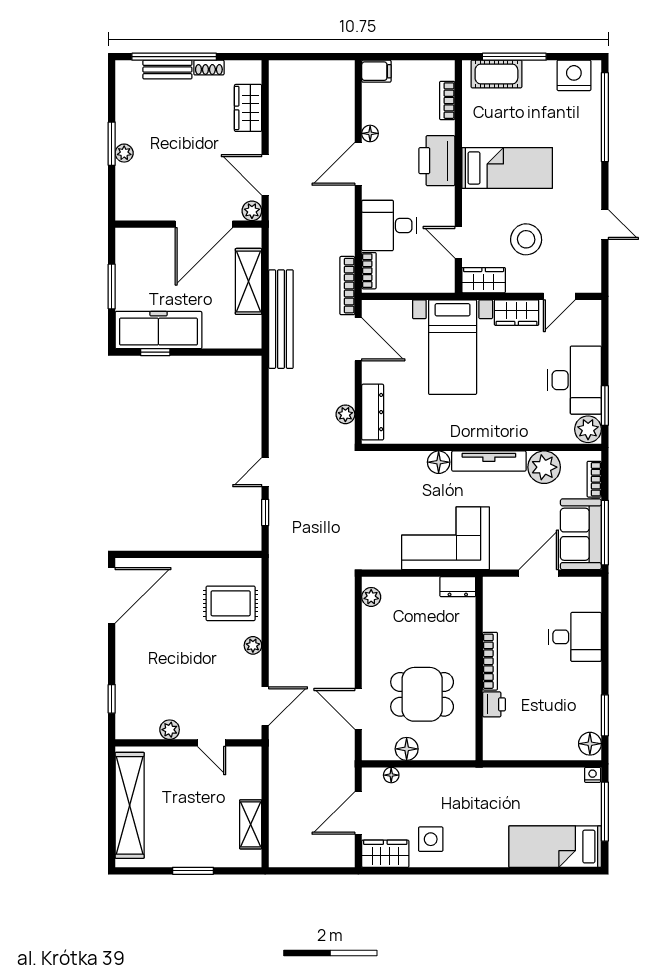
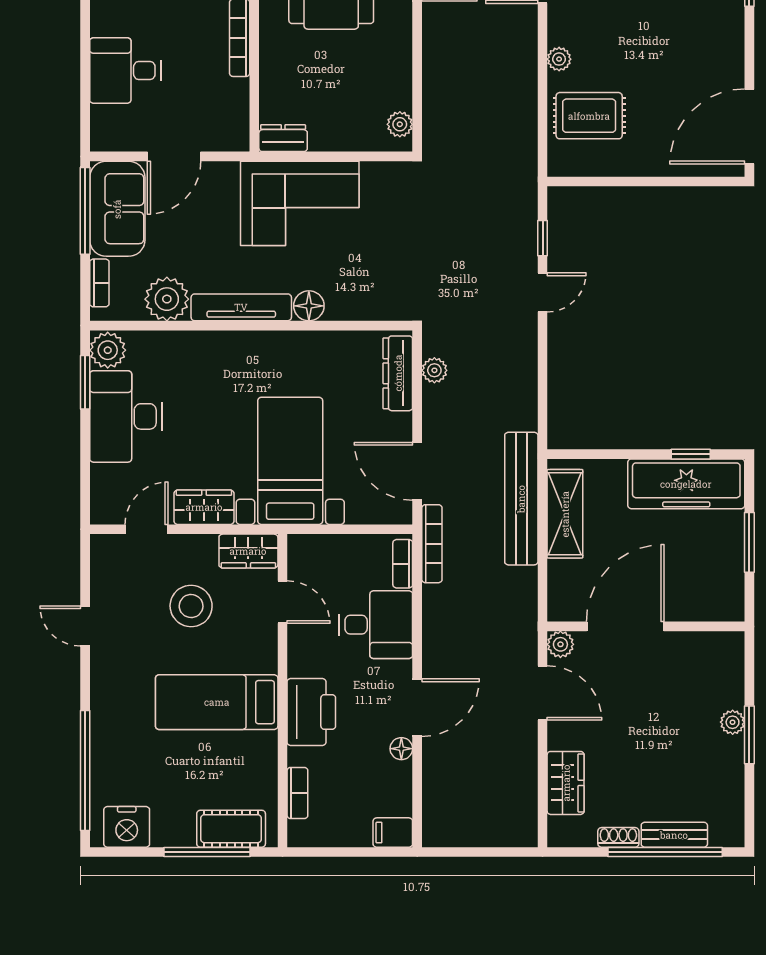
shelving: (249, 281) -> (565, 514), moved

